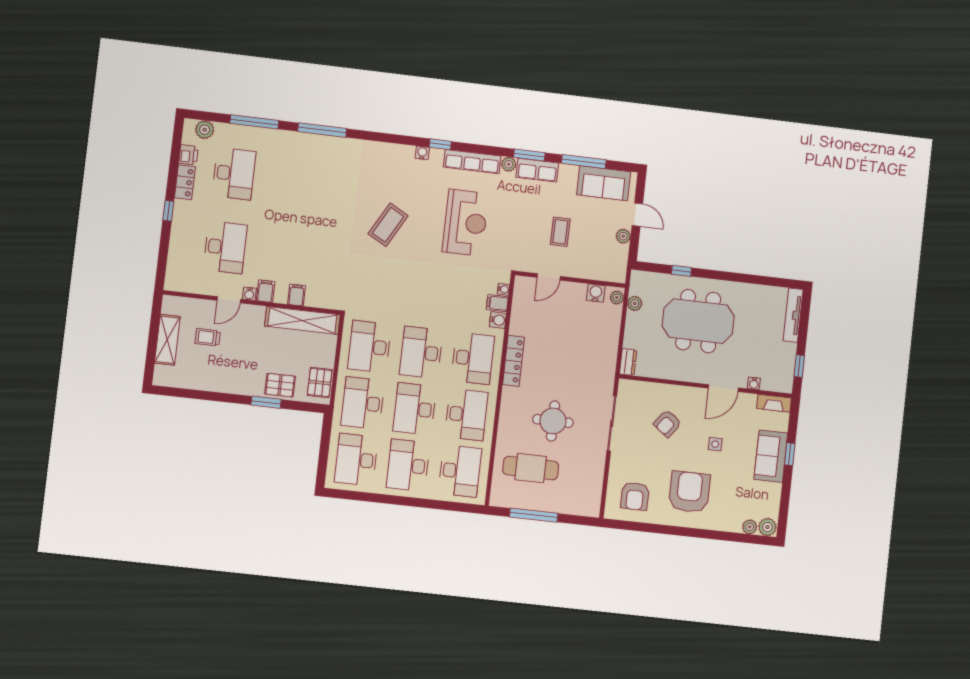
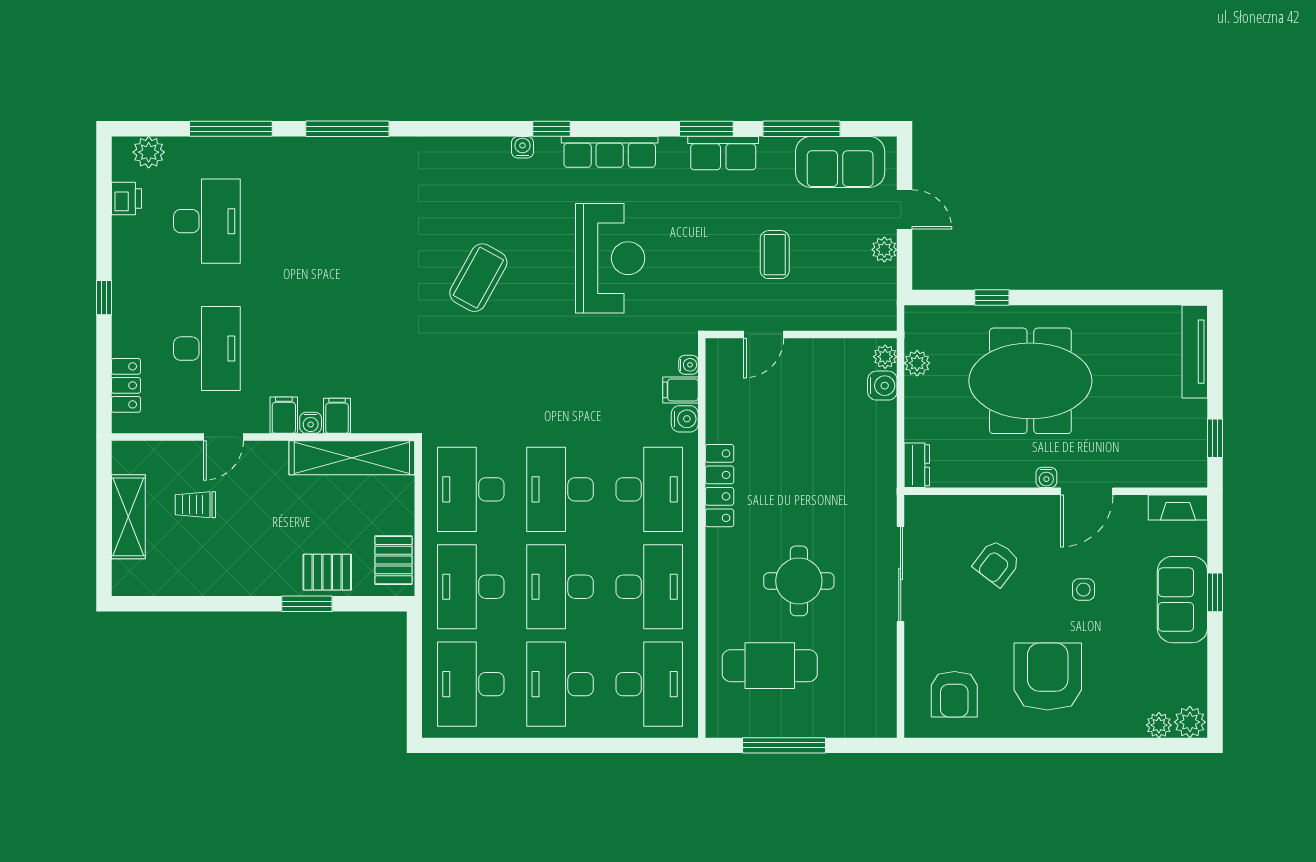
plant: (509, 164) -> (673, 149), removed
locker: (185, 182) -> (126, 385), moved
water cooler: (596, 293) -> (882, 386), moved, turned 90
water cooler: (249, 294) -> (311, 423), moved
water cooler: (754, 383) -> (1046, 477), moved

